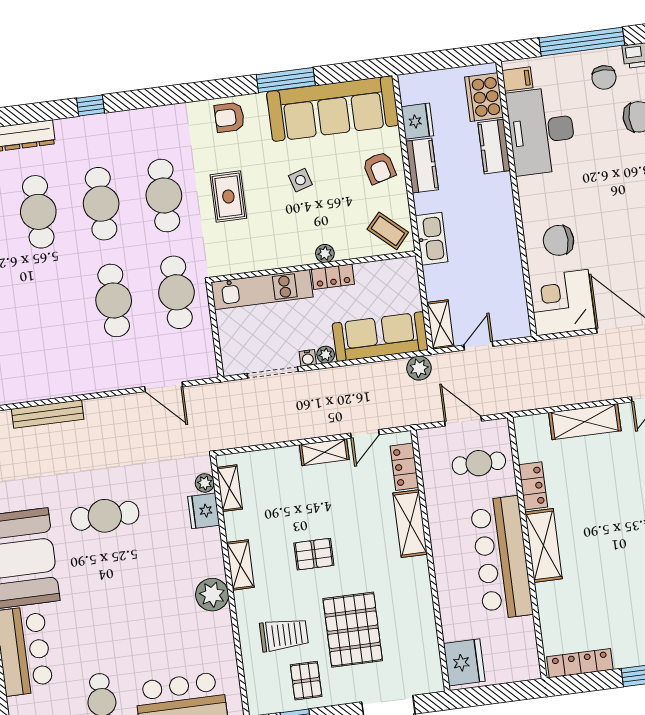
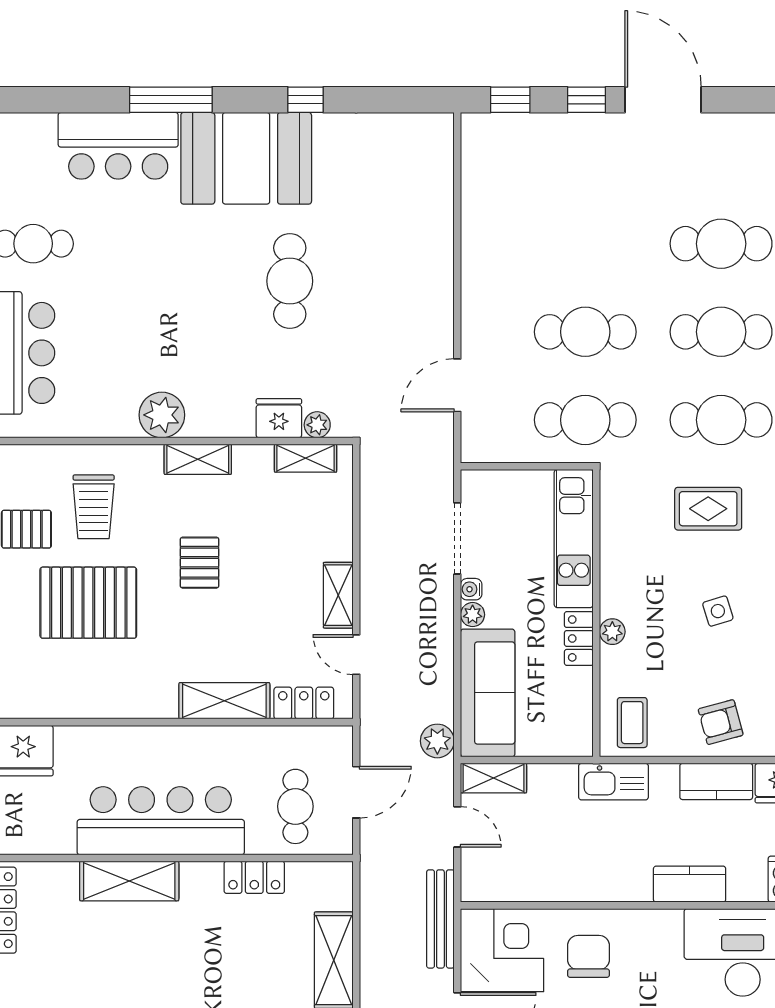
kitchen counter: (494, 147) -> (690, 884), moved
coffee table: (388, 231) -> (632, 723), turned -42
bench: (48, 414) -> (440, 919), moved
shelving: (544, 545) -> (129, 881), moved

